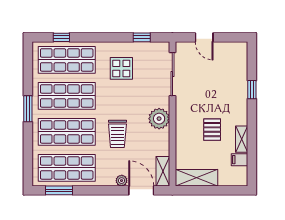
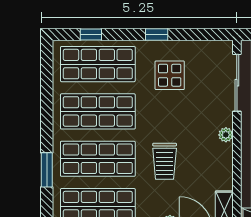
window: (142, 37) -> (157, 34), moved
window: (28, 109) -> (47, 170), moved
plant: (159, 119) -> (226, 135), width x0.53, depth x0.53

